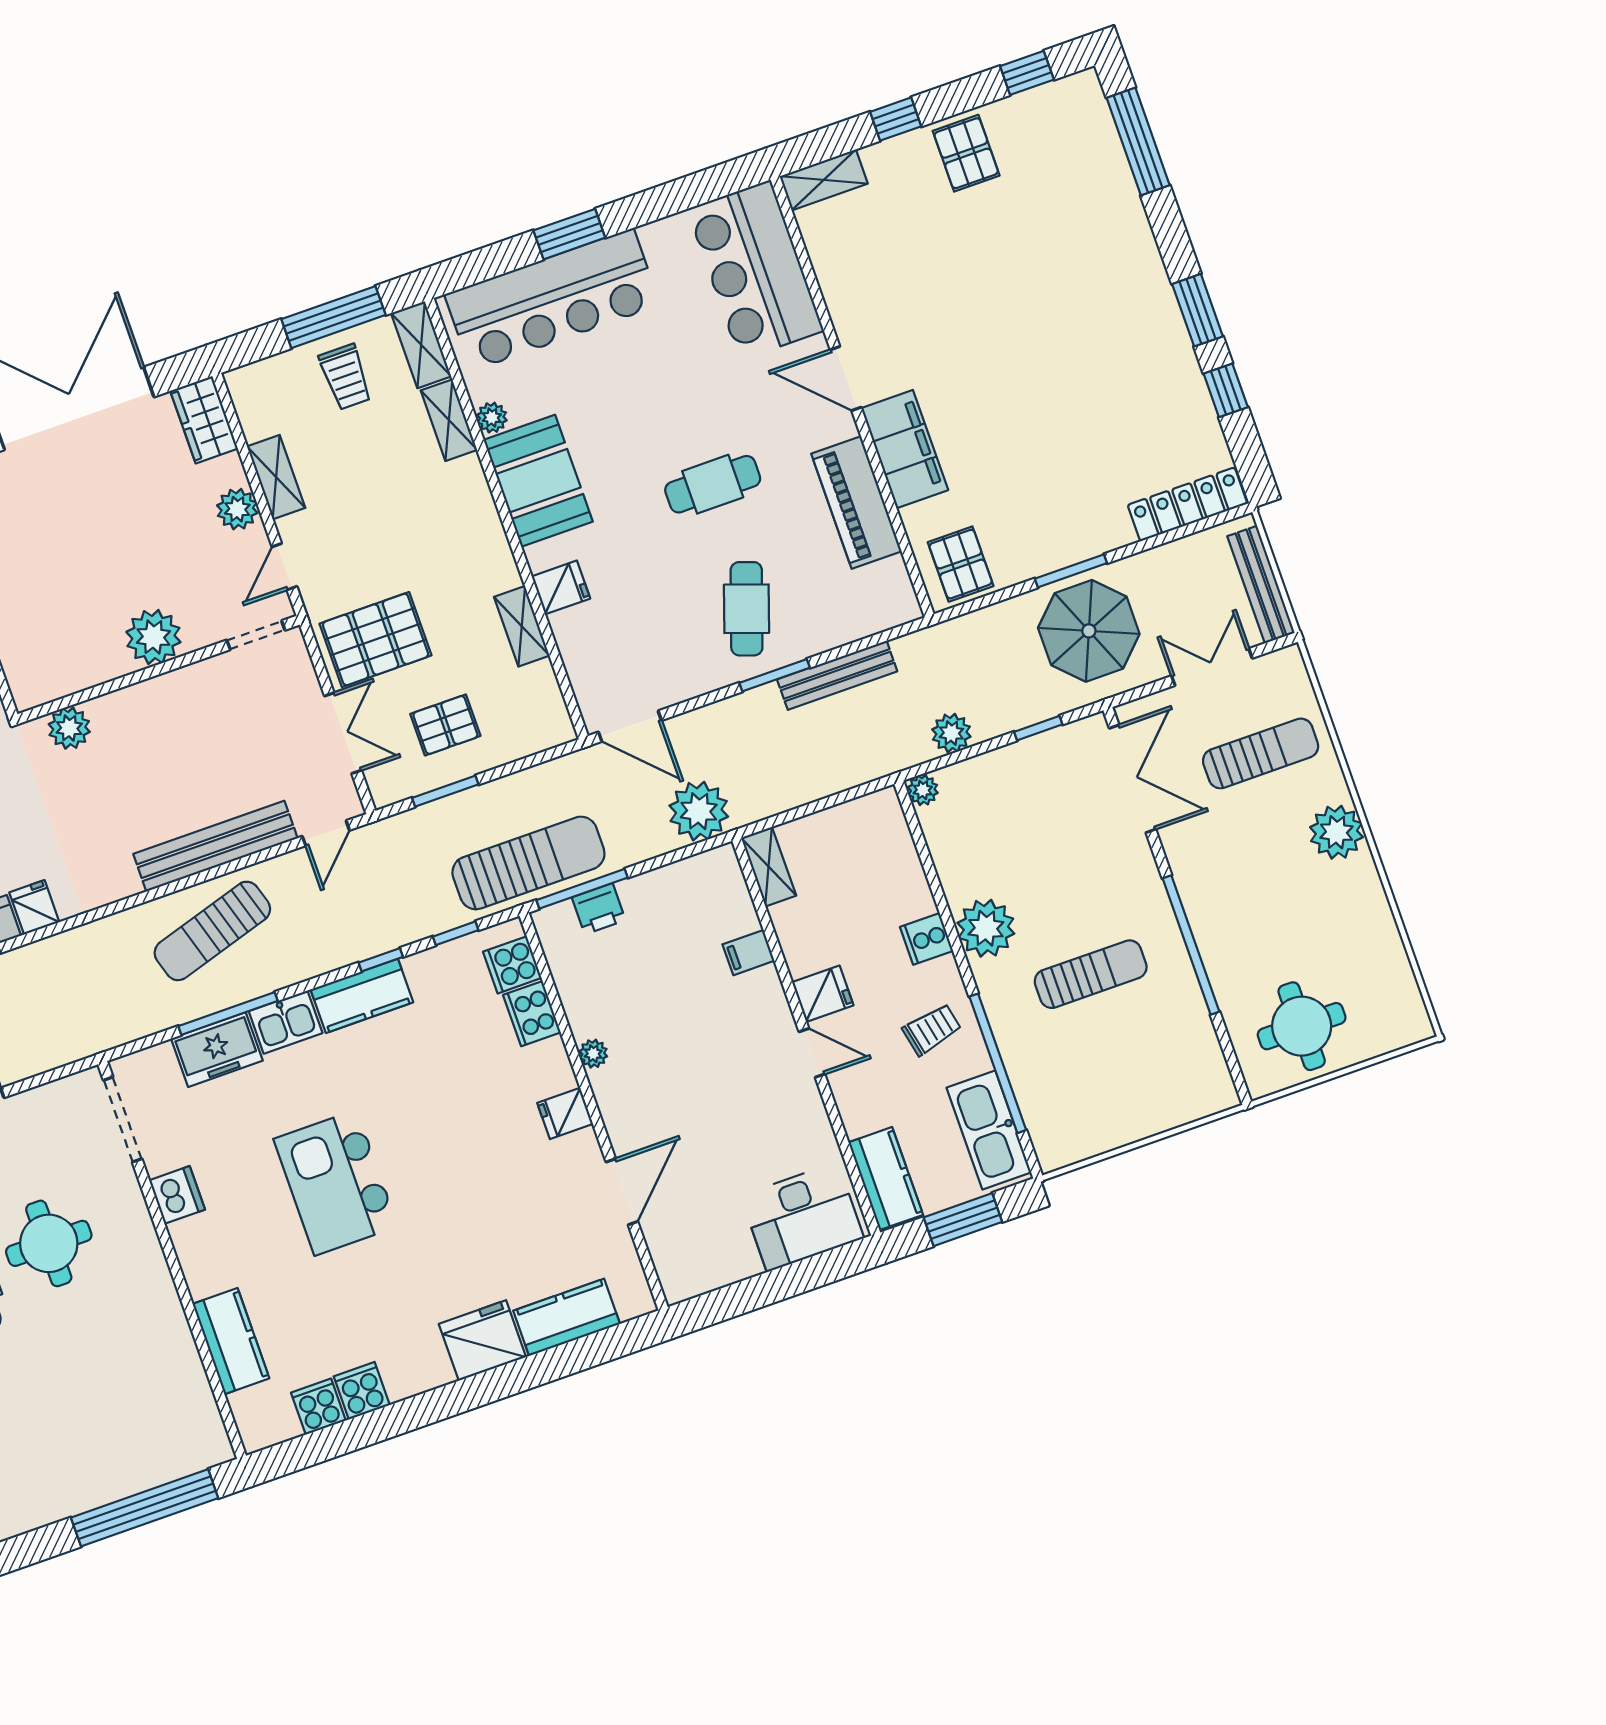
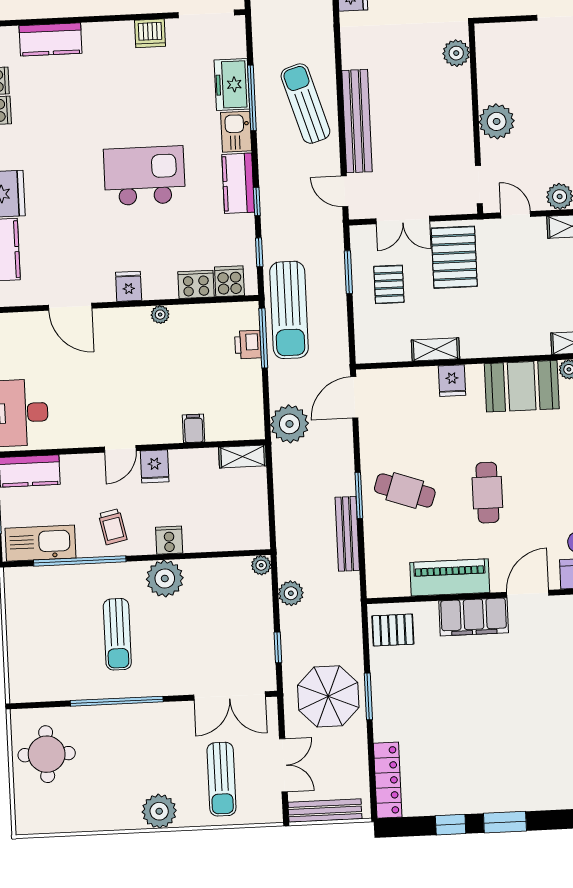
kitchen island: (336, 1183) -> (144, 176), moved

